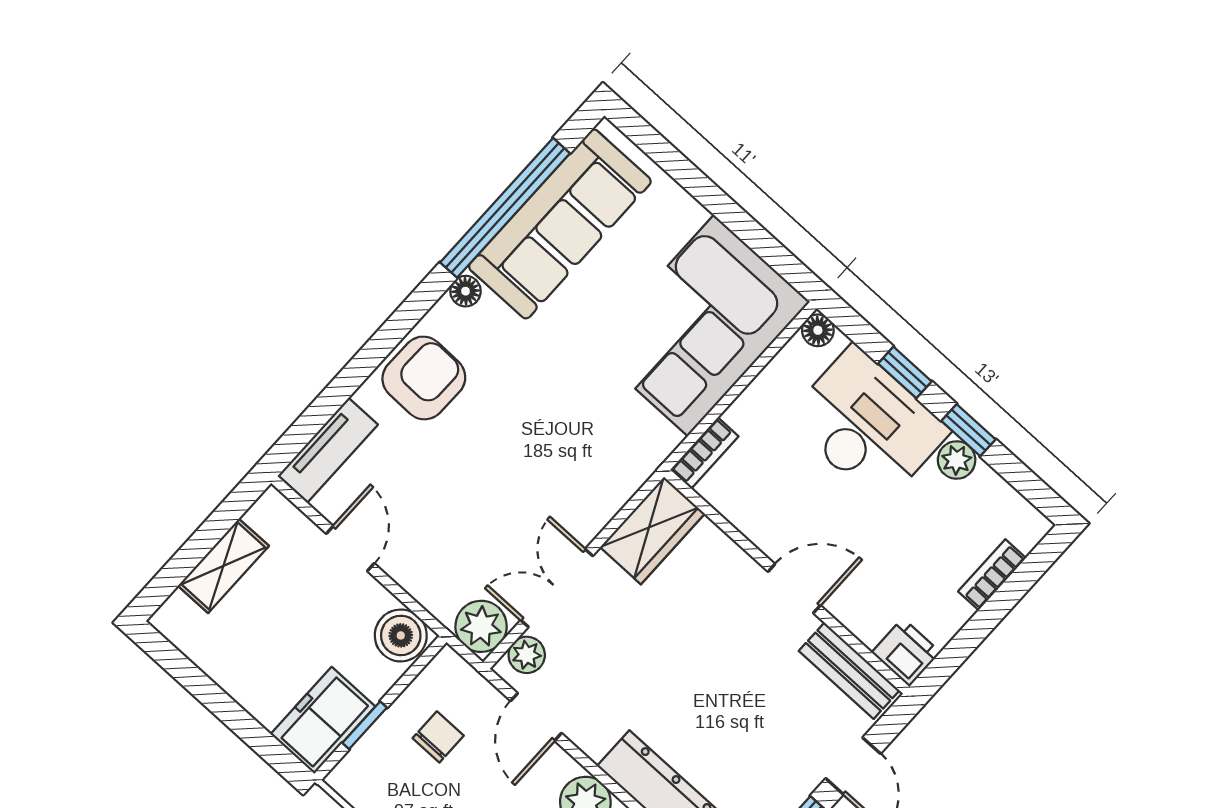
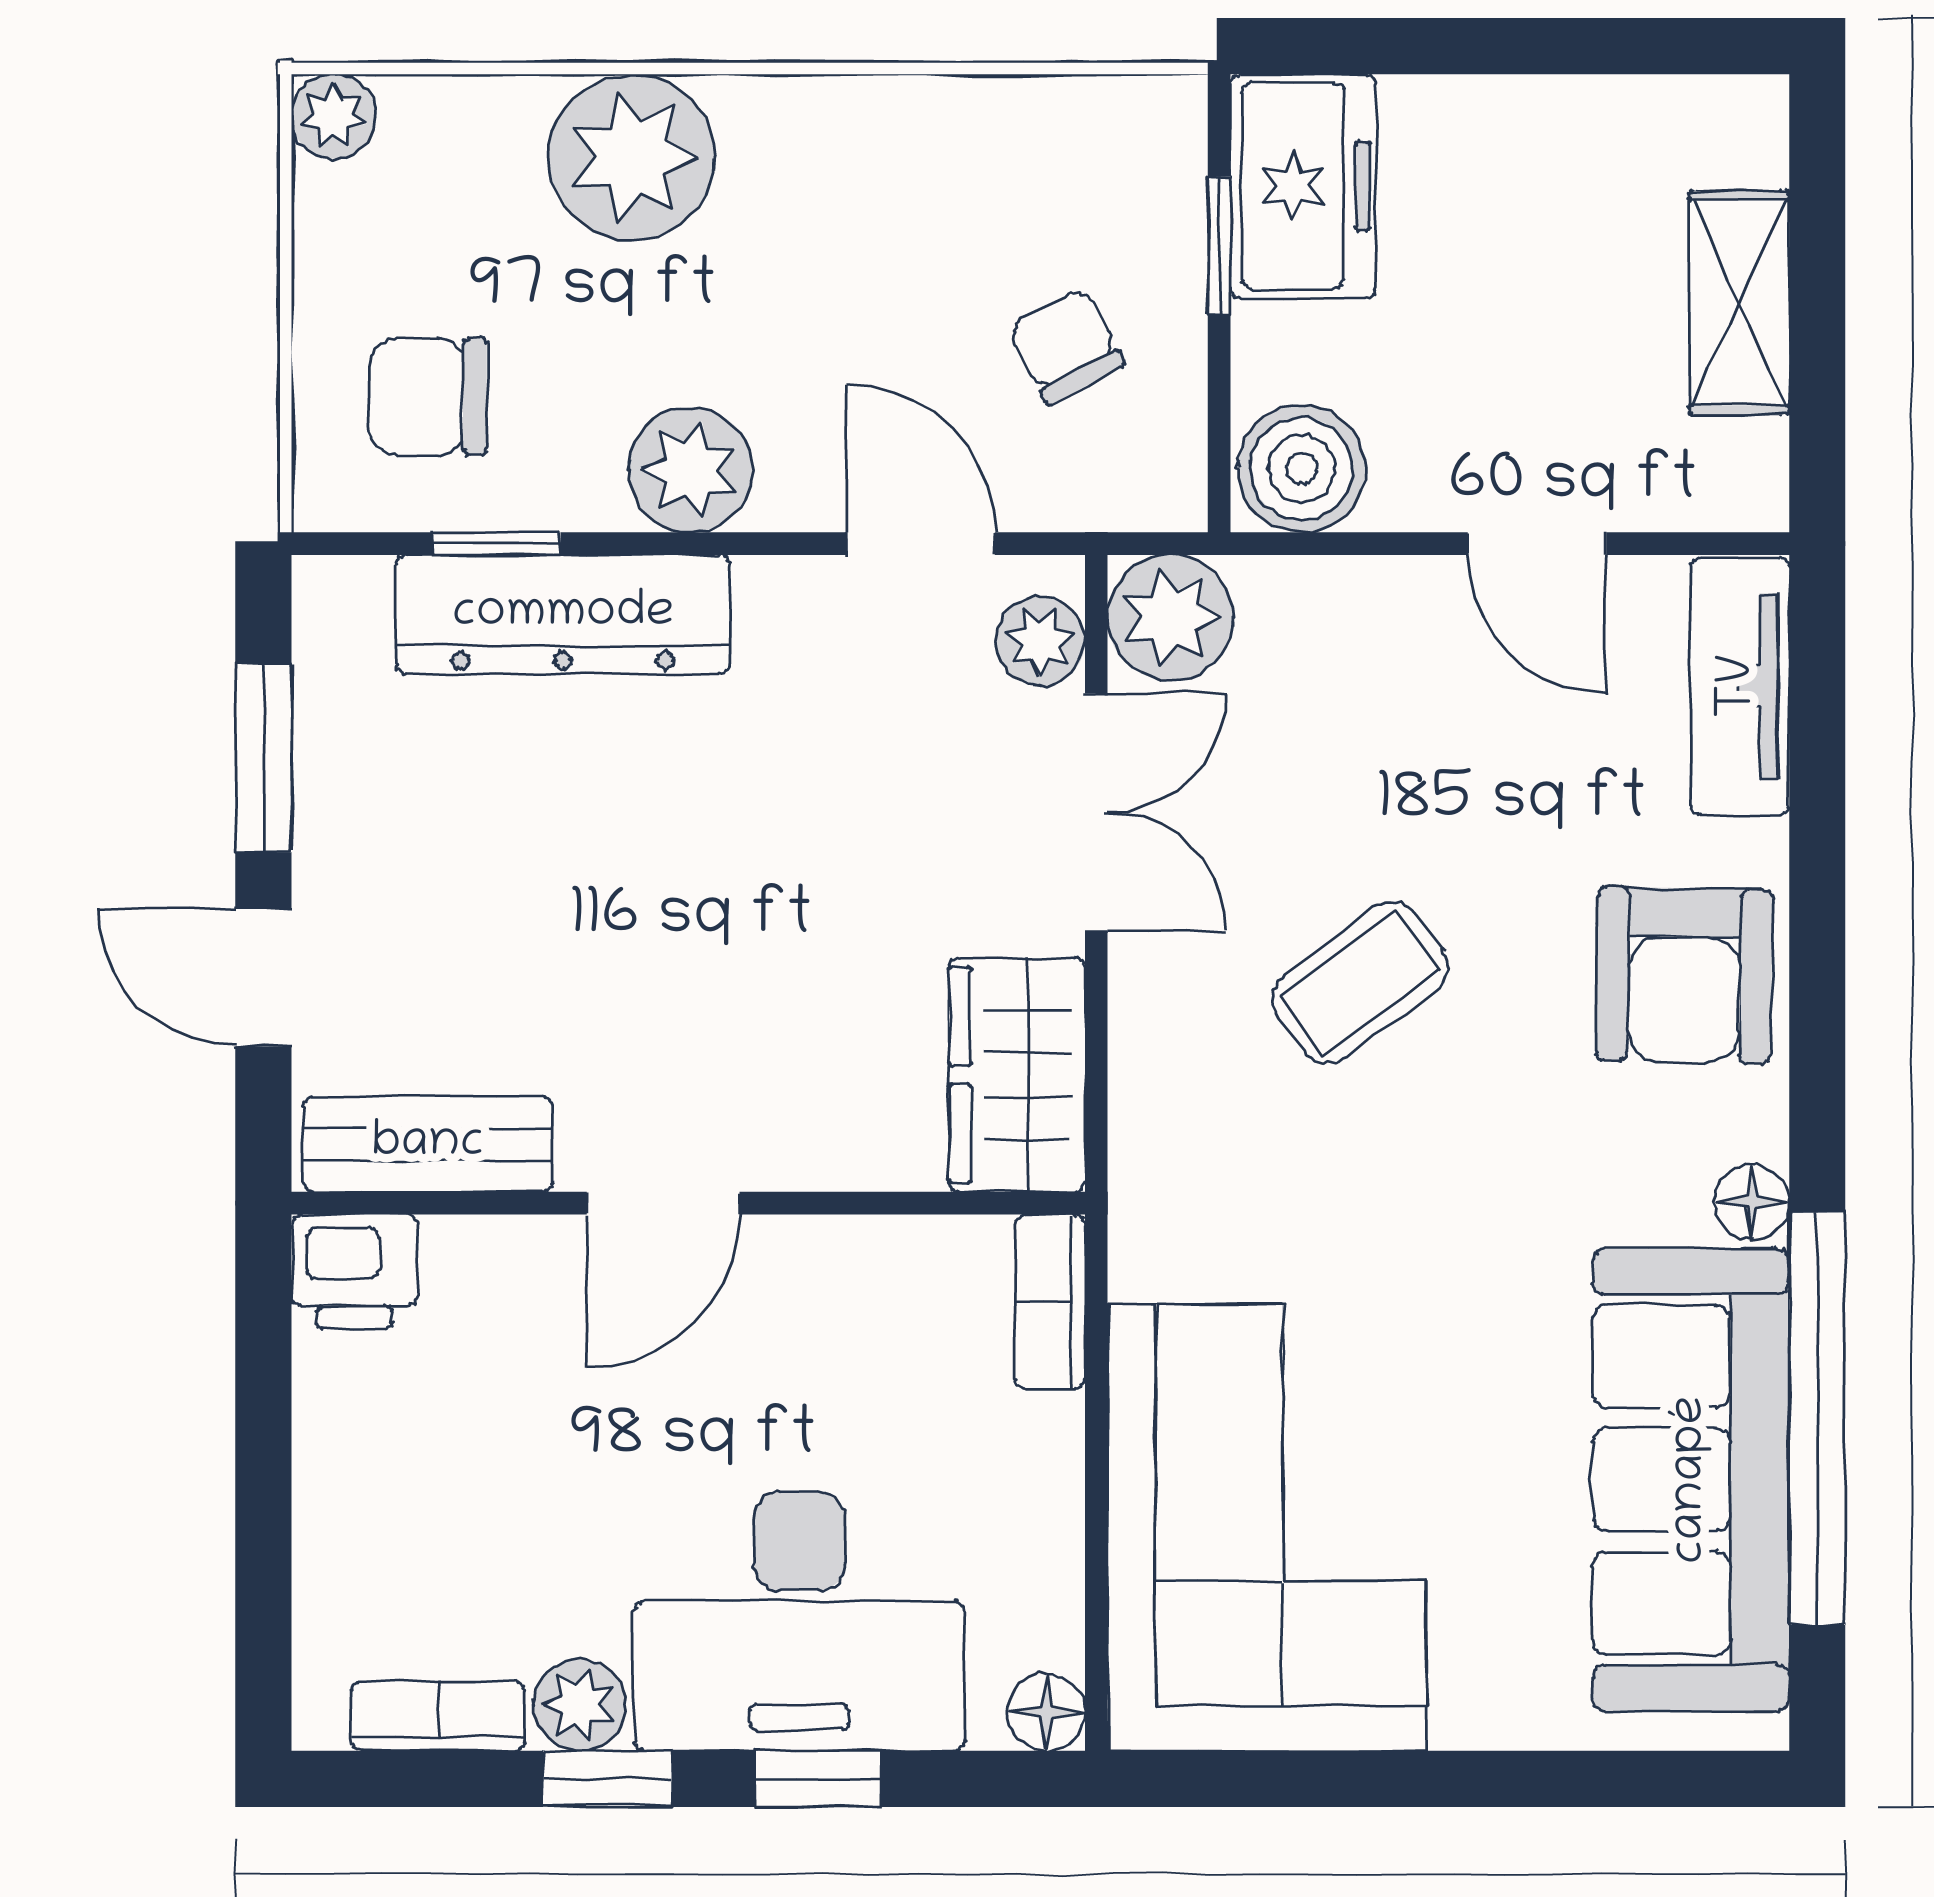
coffee table: (524, 464) -> (1360, 983), added
bookcase: (992, 575) -> (438, 1716), moved, turned -90
chair: (438, 737) -> (1066, 346), turned 152

